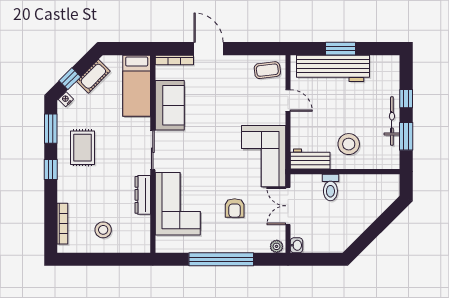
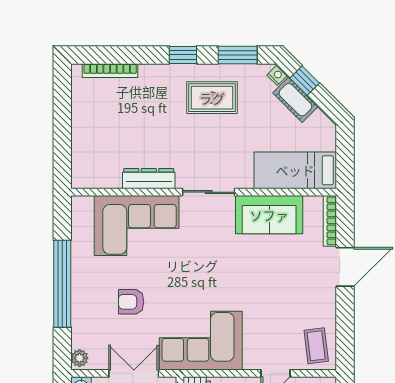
cot: (93, 76) -> (295, 100), moved
stool: (103, 230) -> (102, 125), removed

